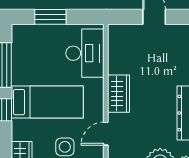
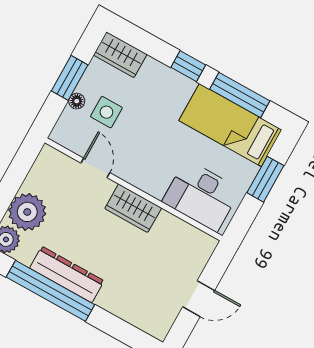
bed: (47, 102) -> (230, 125), moved, turned 90

